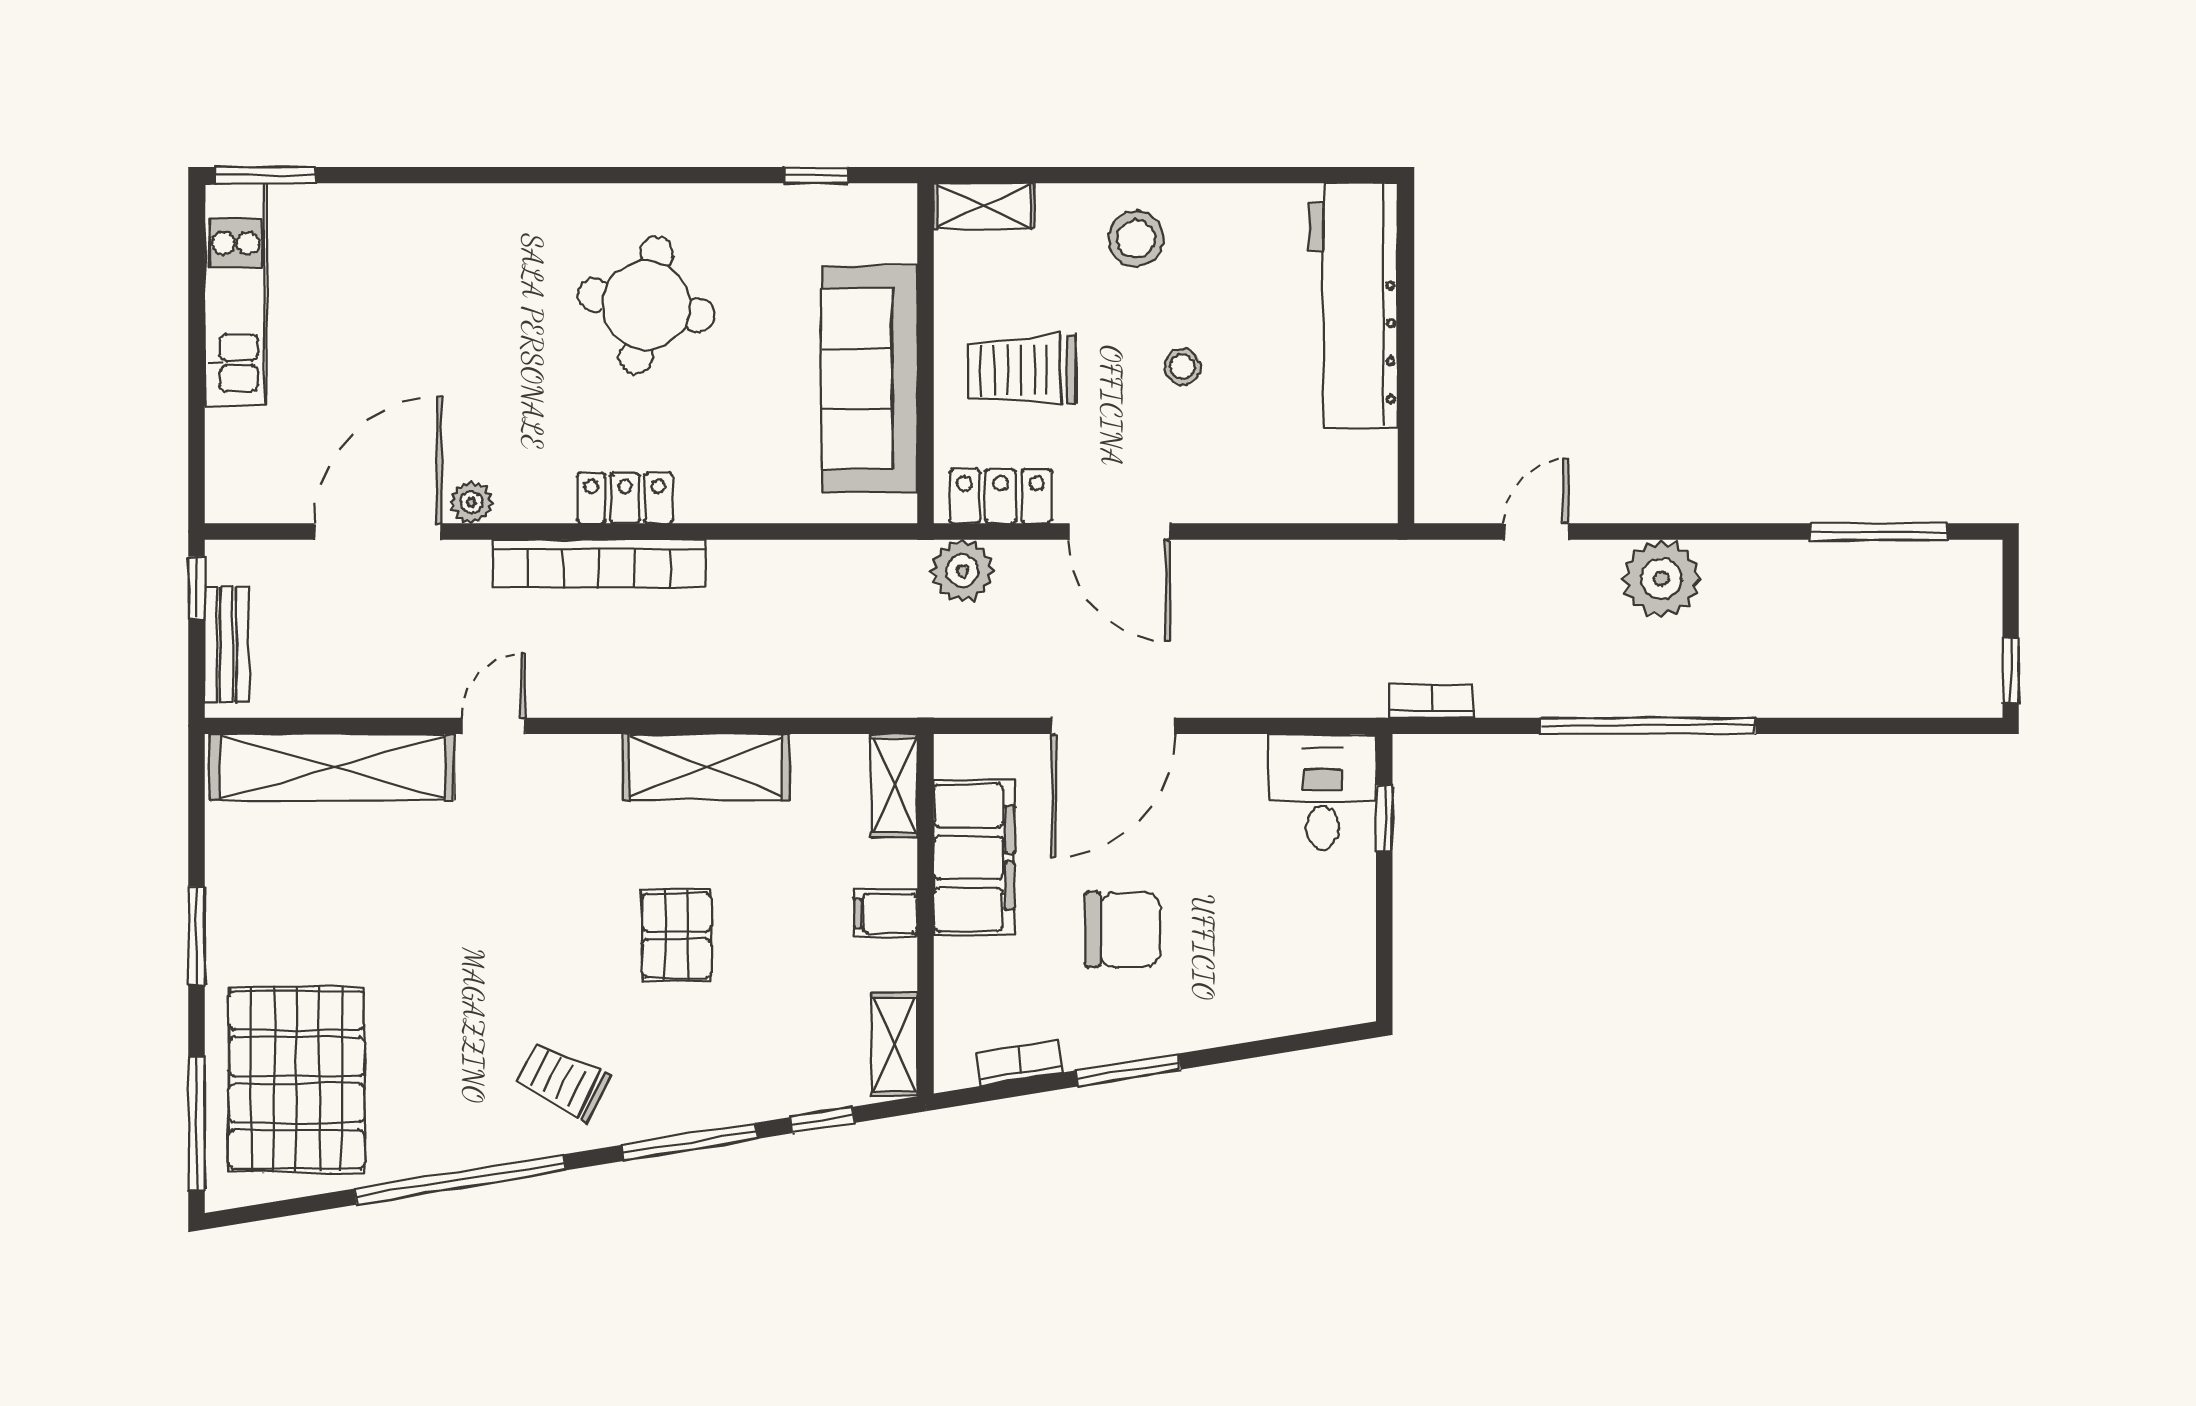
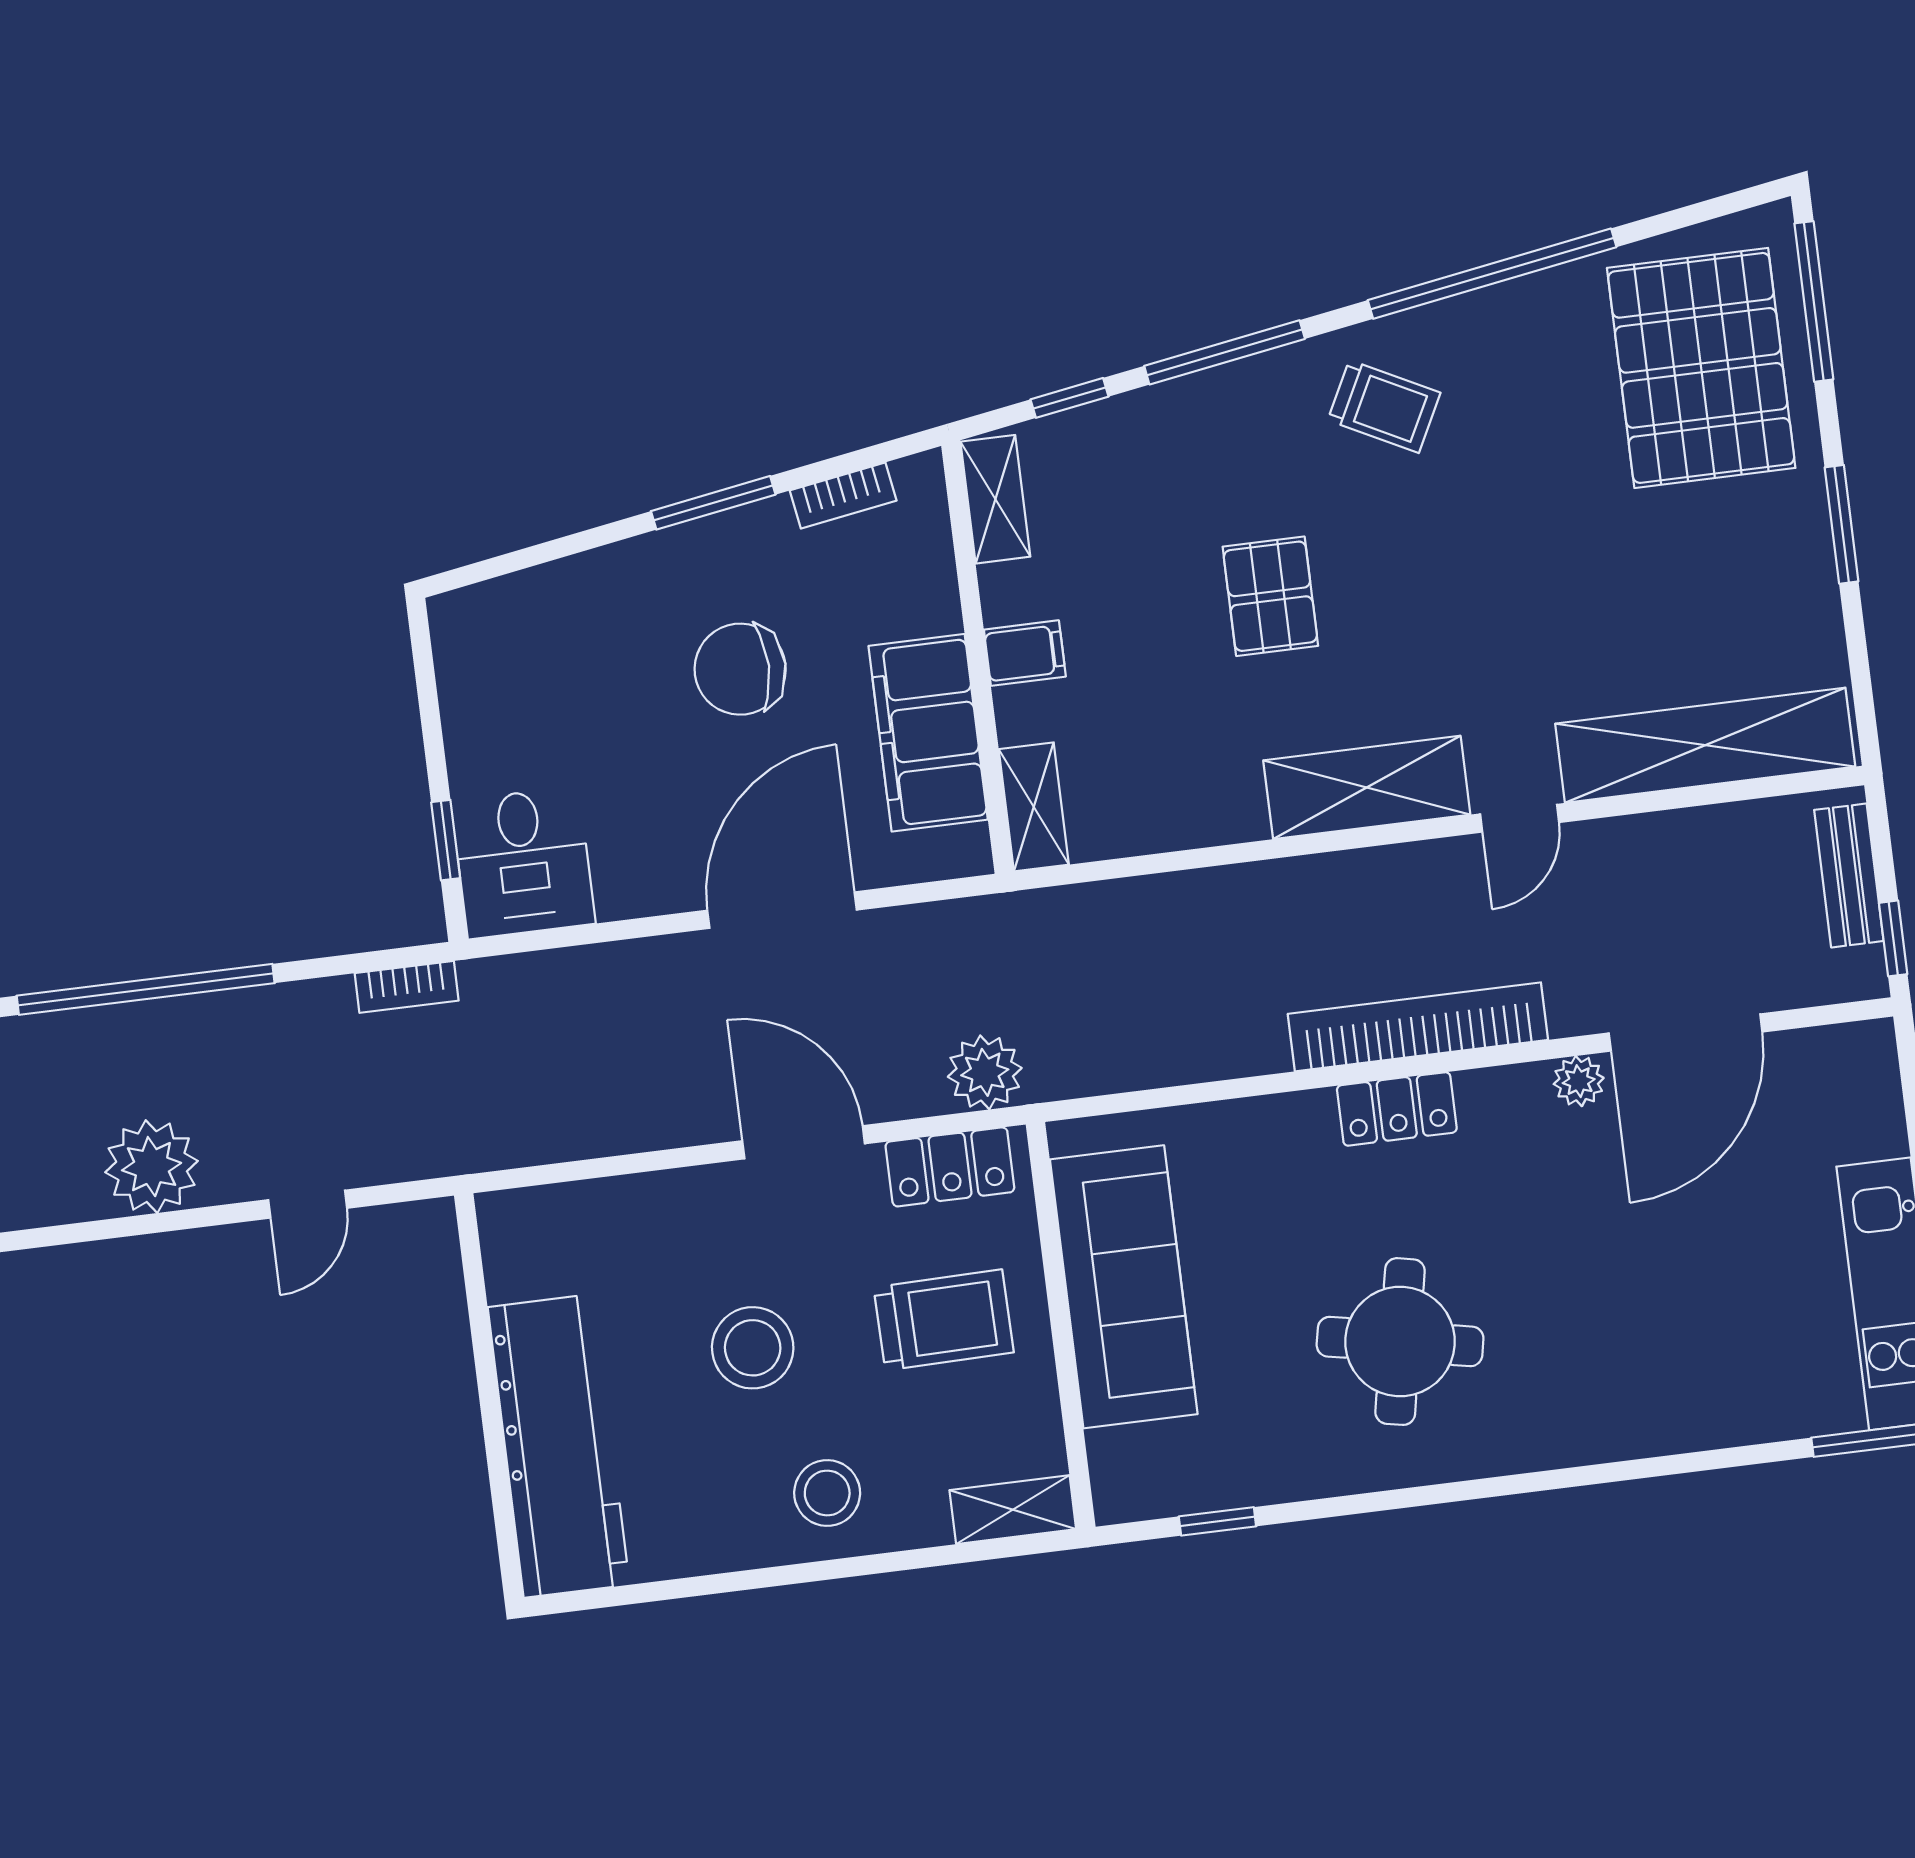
stool: (1183, 367) -> (753, 1348), width x1.89, depth x1.89
shelving: (706, 767) -> (1367, 787), moved

